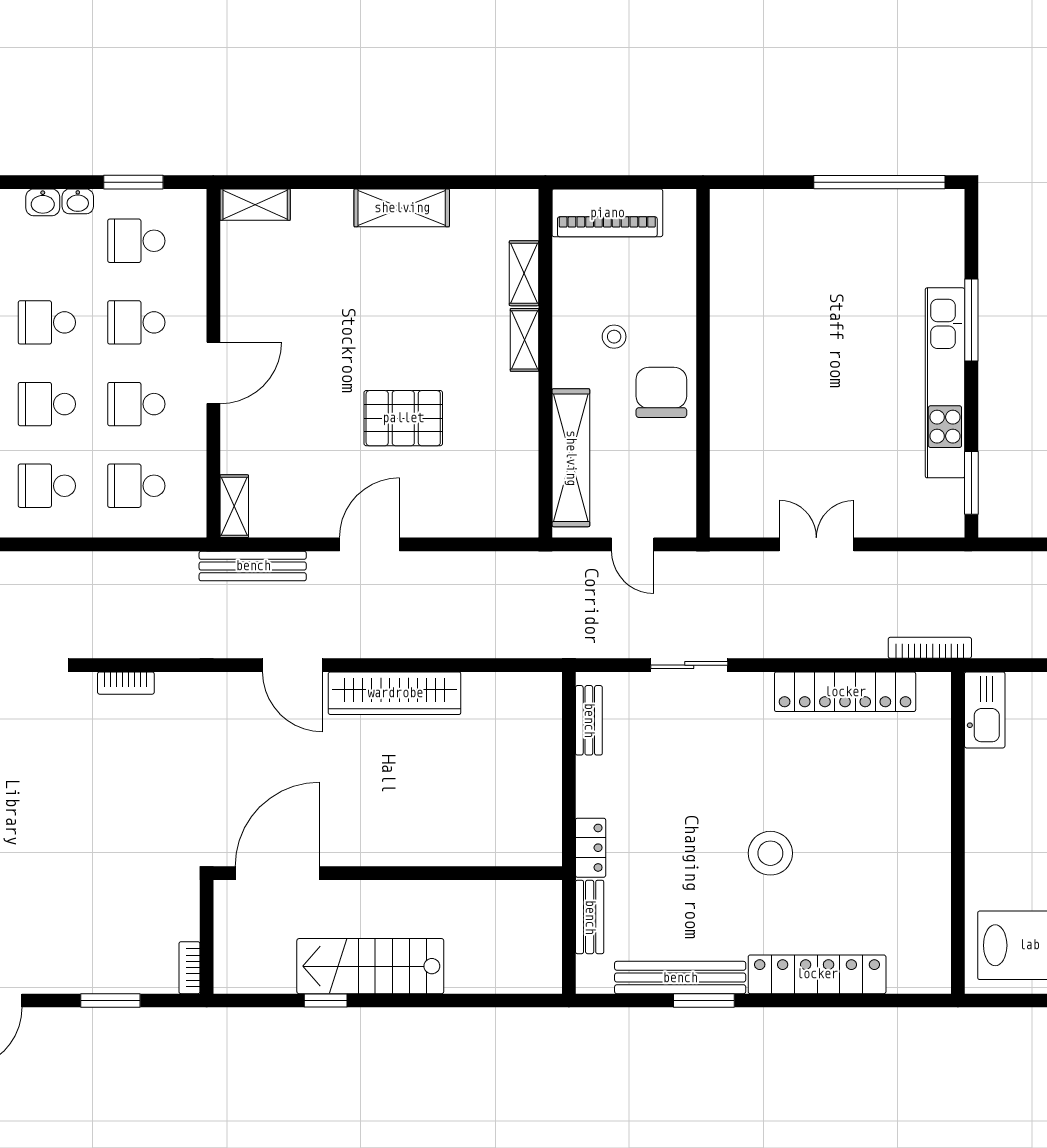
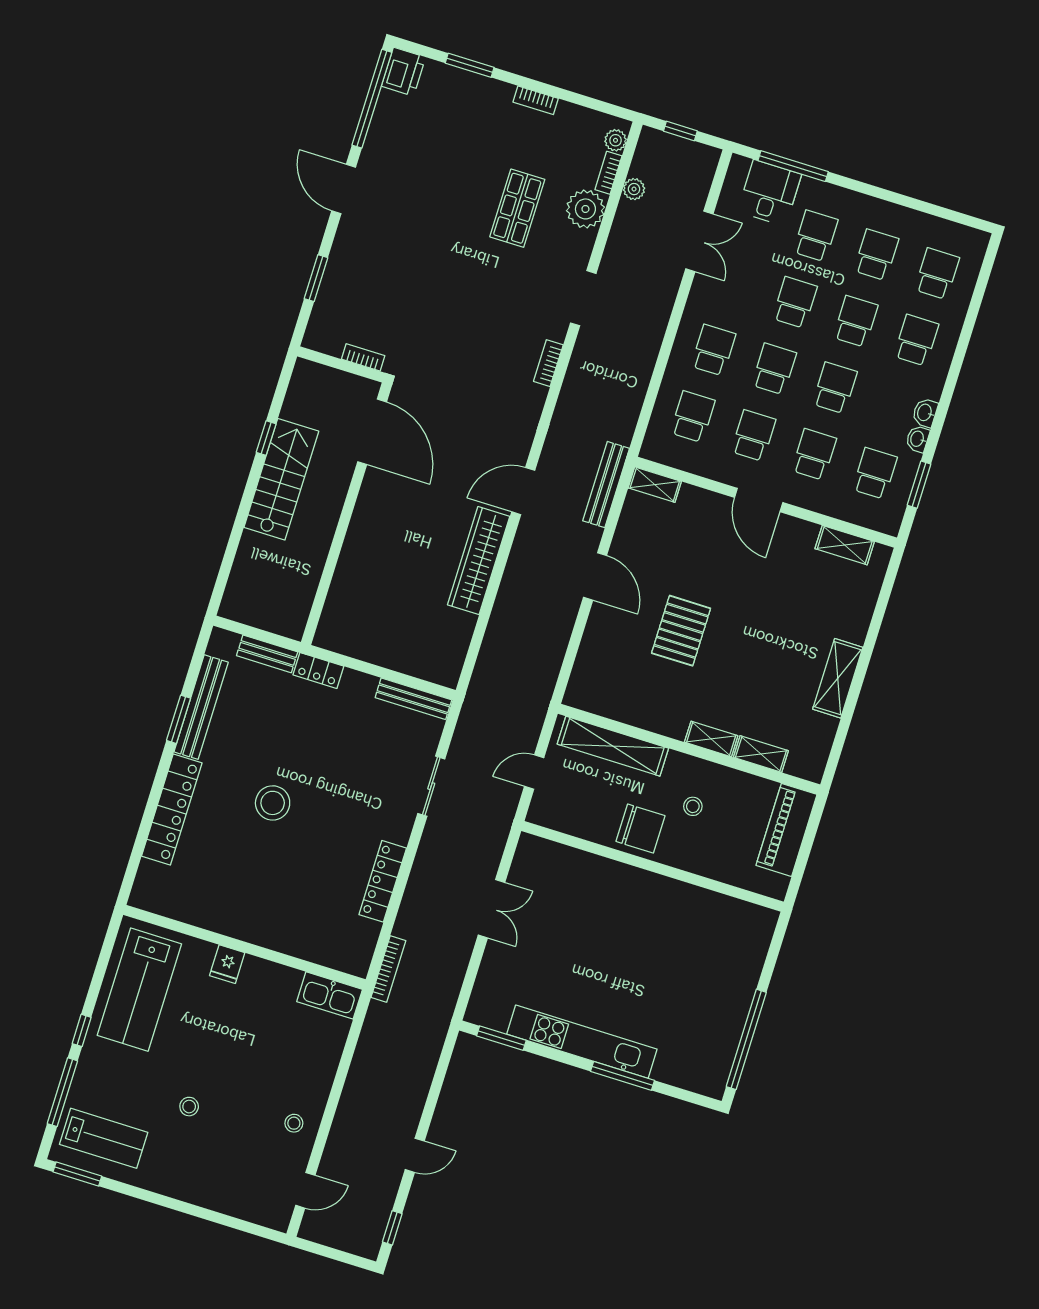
shelving: (255, 205) -> (845, 545), moved, turned 90
locker: (845, 692) -> (383, 881), width x0.71, depth x0.83
bench: (589, 720) -> (413, 699), width x1.36
fridge: (985, 847) -> (227, 964), added
bookcase: (189, 968) -> (363, 357), moved

